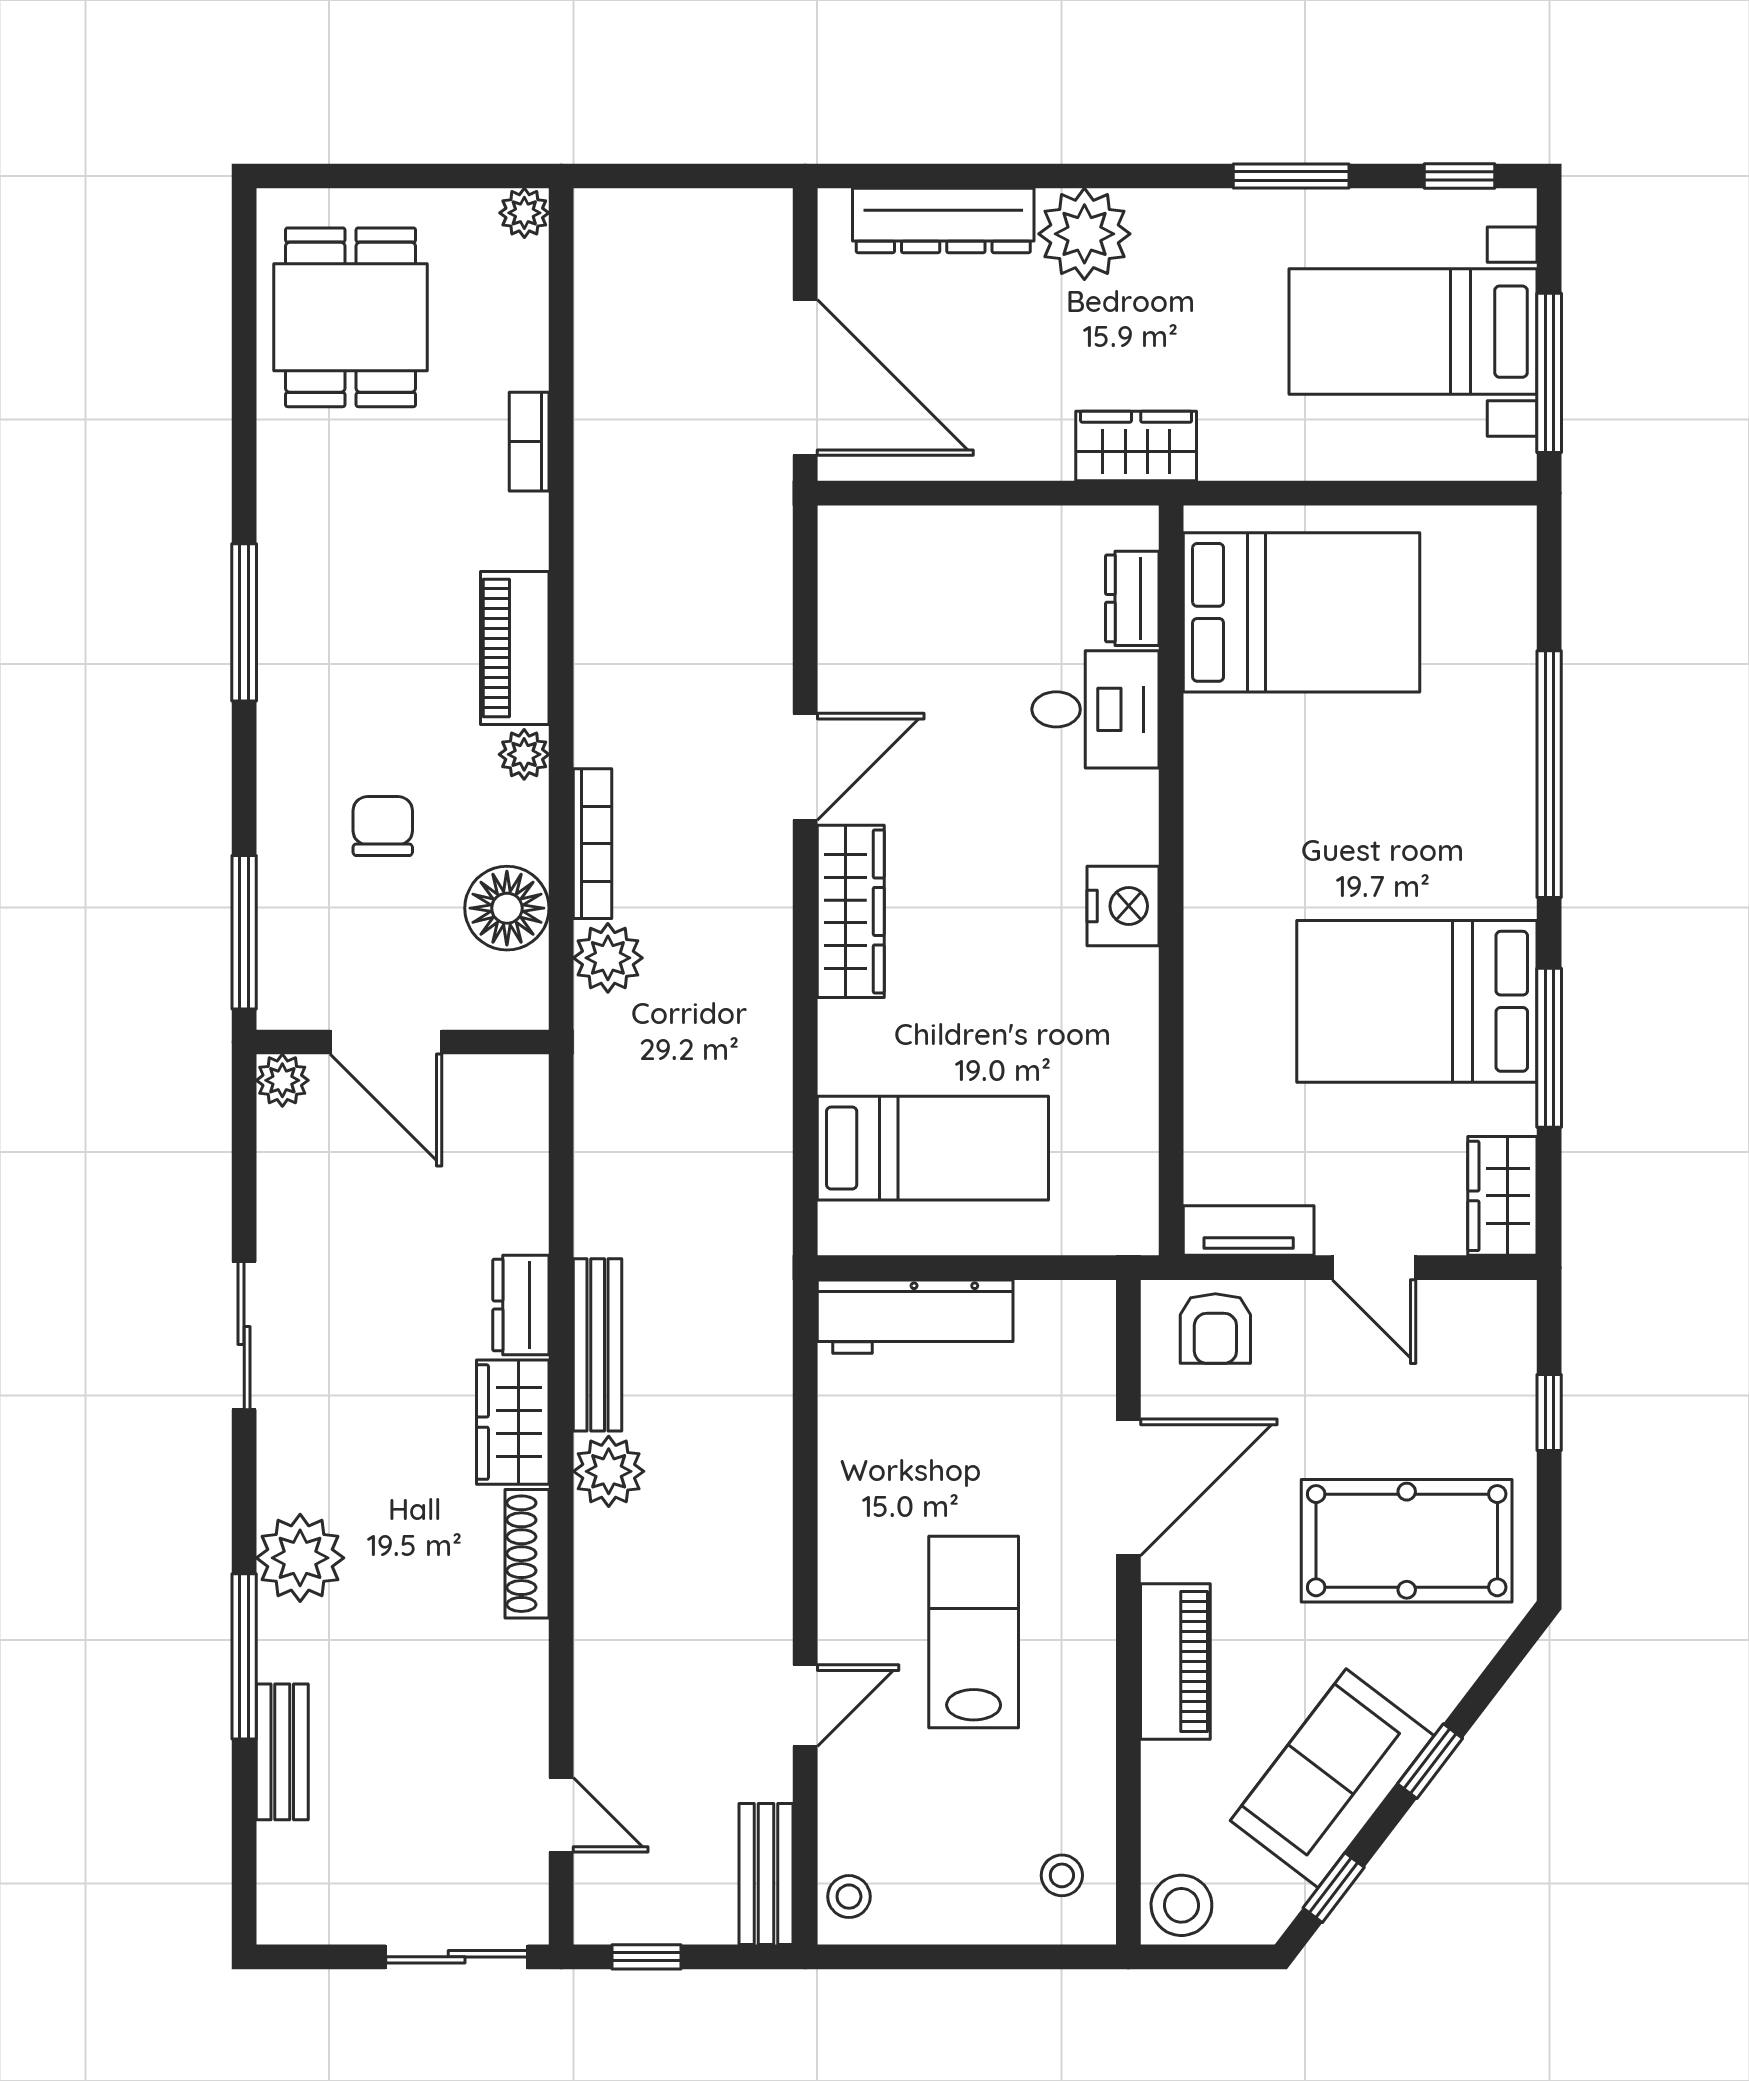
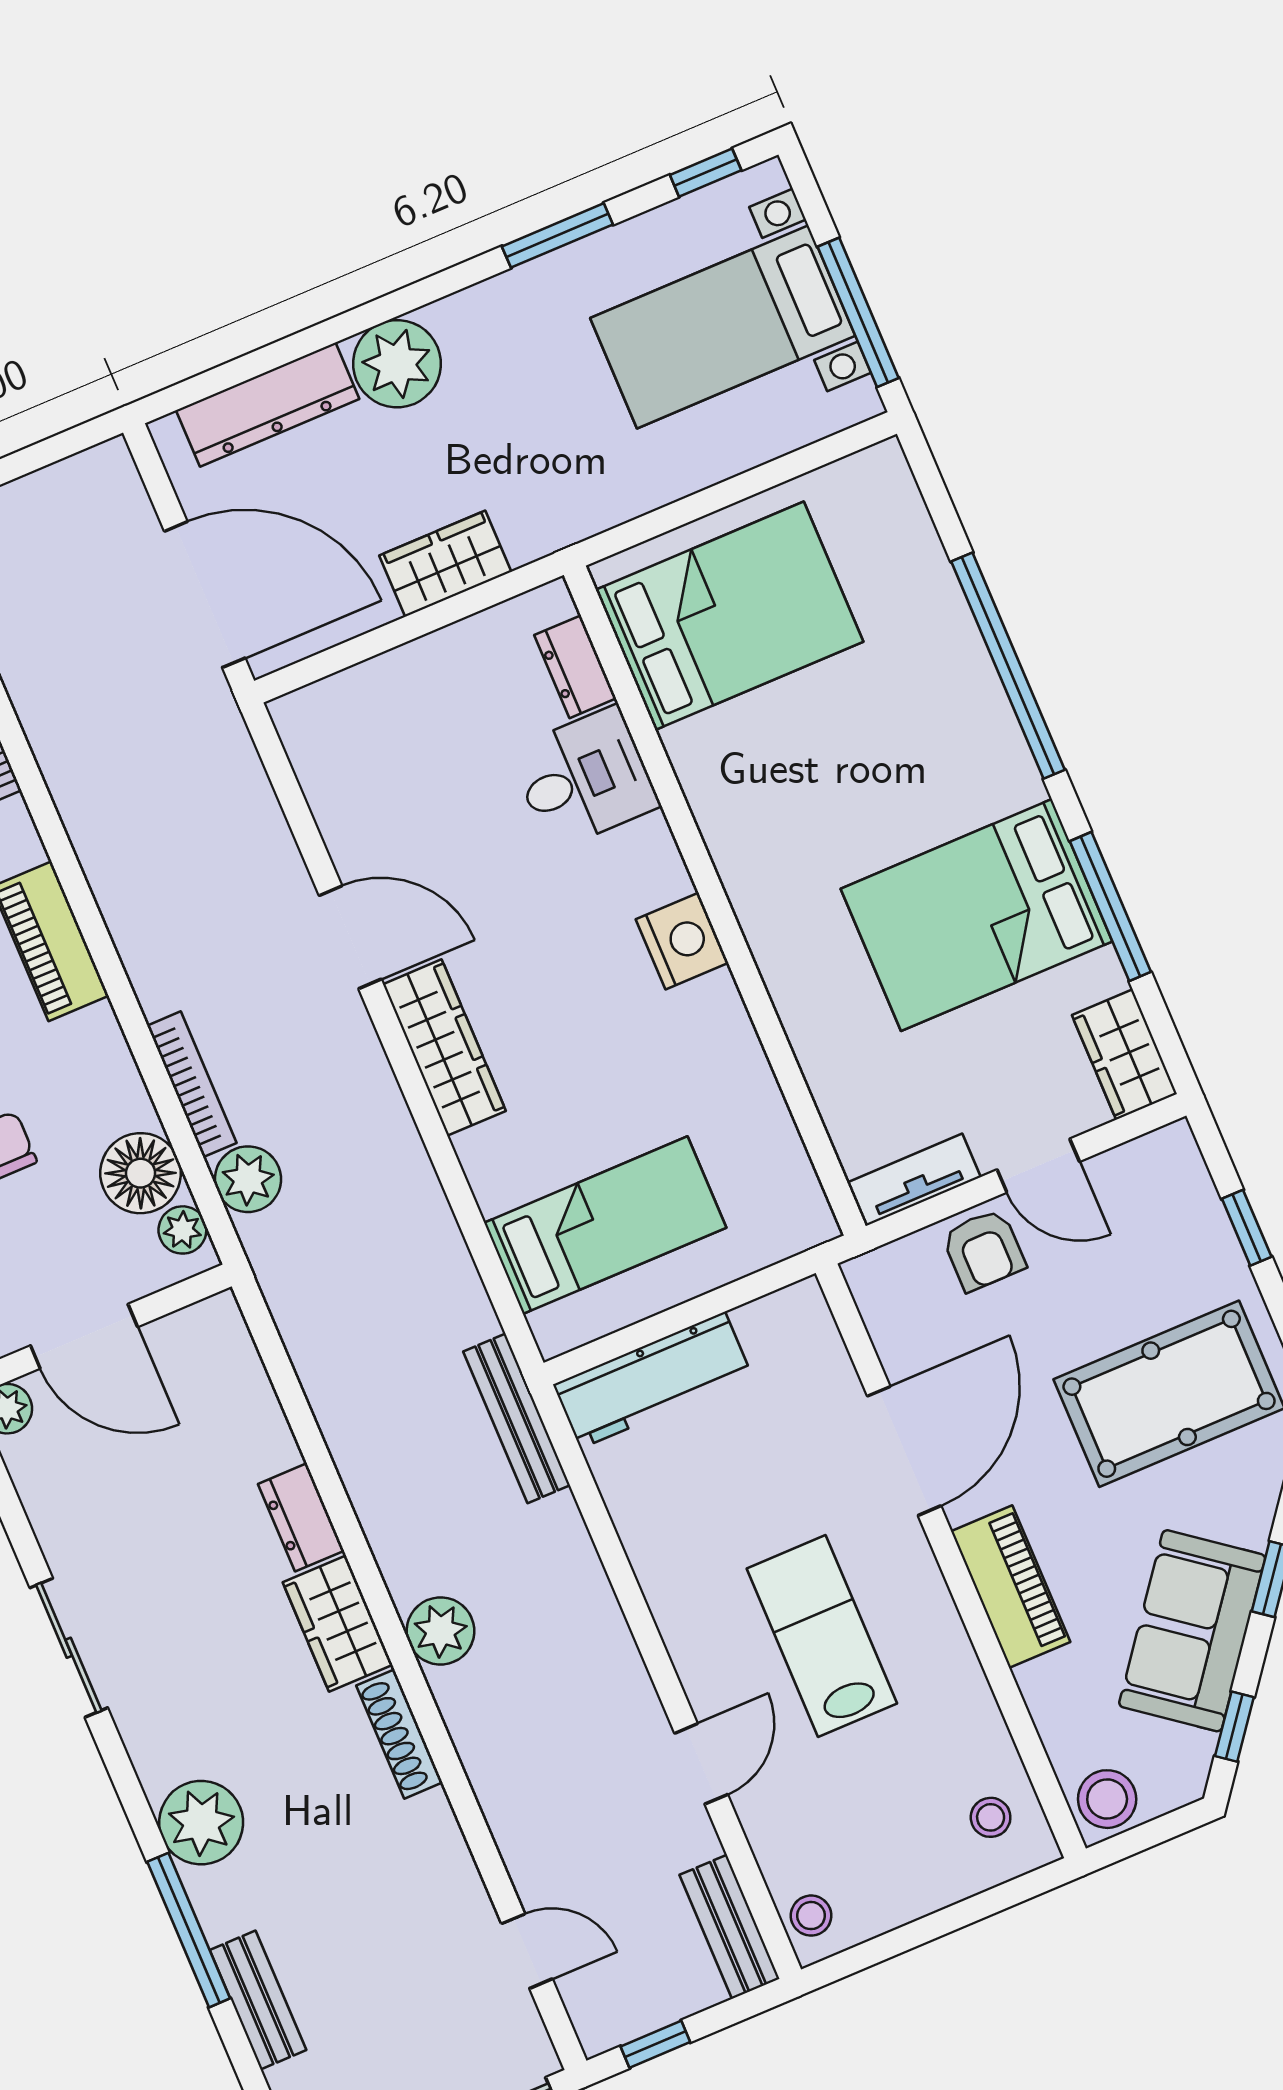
wardrobe: (1136, 446) -> (445, 564), moved
plant: (524, 754) -> (182, 1230), moved
door: (805, 767) -> (350, 937), hinge flipped
armchair: (1215, 1328) -> (984, 1250), moved
bench: (598, 1345) -> (517, 1418), moved

